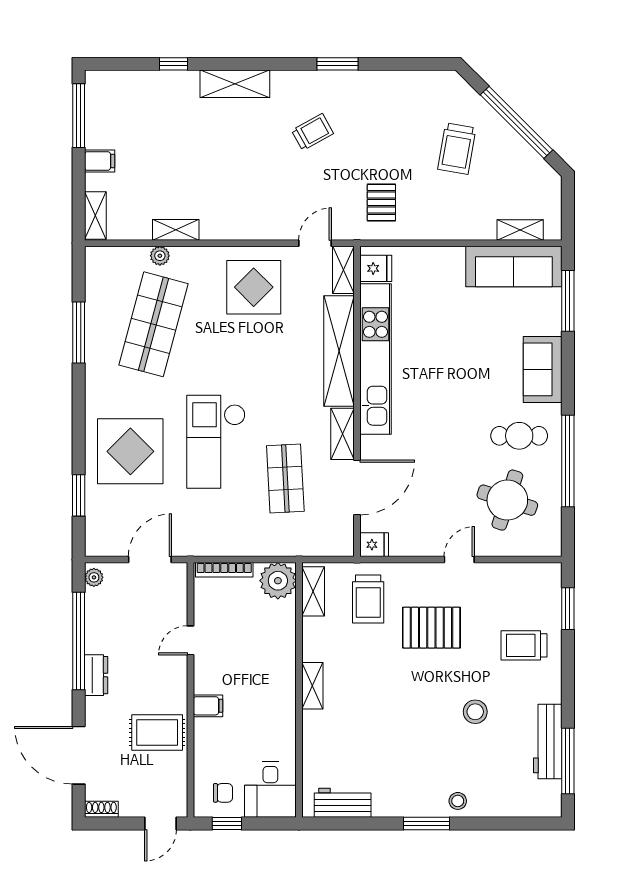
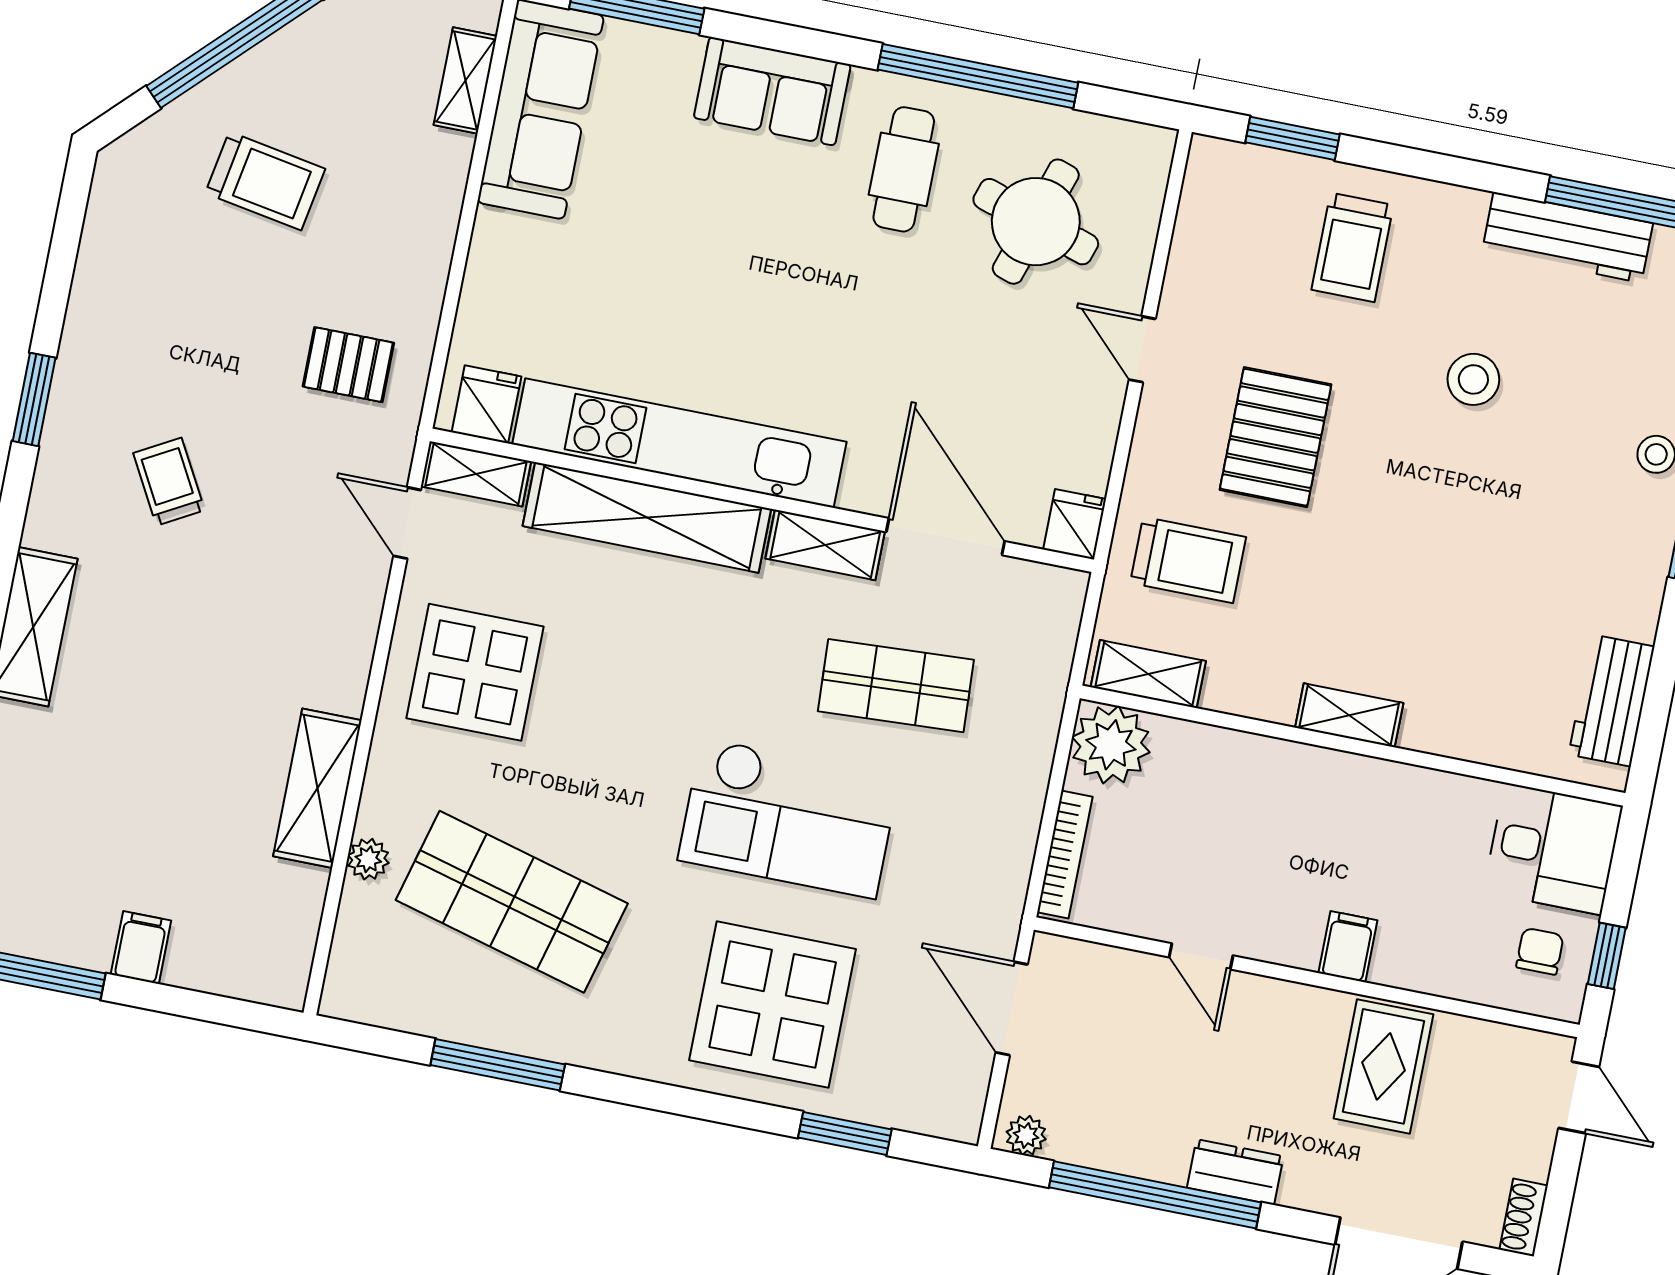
shelving: (95, 216) -> (255, 979), removed
shelving: (176, 230) -> (317, 788), width x1.50, depth x1.33

